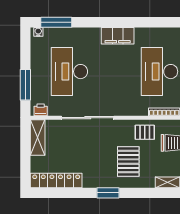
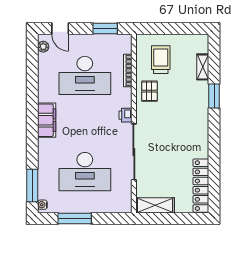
window: (25, 85) -> (75, 218), moved
printer: (41, 110) -> (126, 115), moved
pallet: (128, 162) -> (181, 109), removed
window: (108, 193) -> (214, 96), moved

